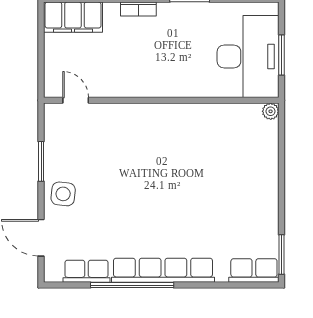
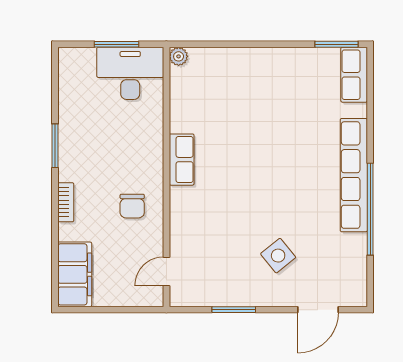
desk: (248, 57) -> (130, 73), width x0.73, depth x0.77
chair: (135, 69) -> (132, 206), added
side table: (63, 194) -> (278, 256), moved, turned 45
row of seats: (87, 271) -> (182, 160), moved, turned 180

